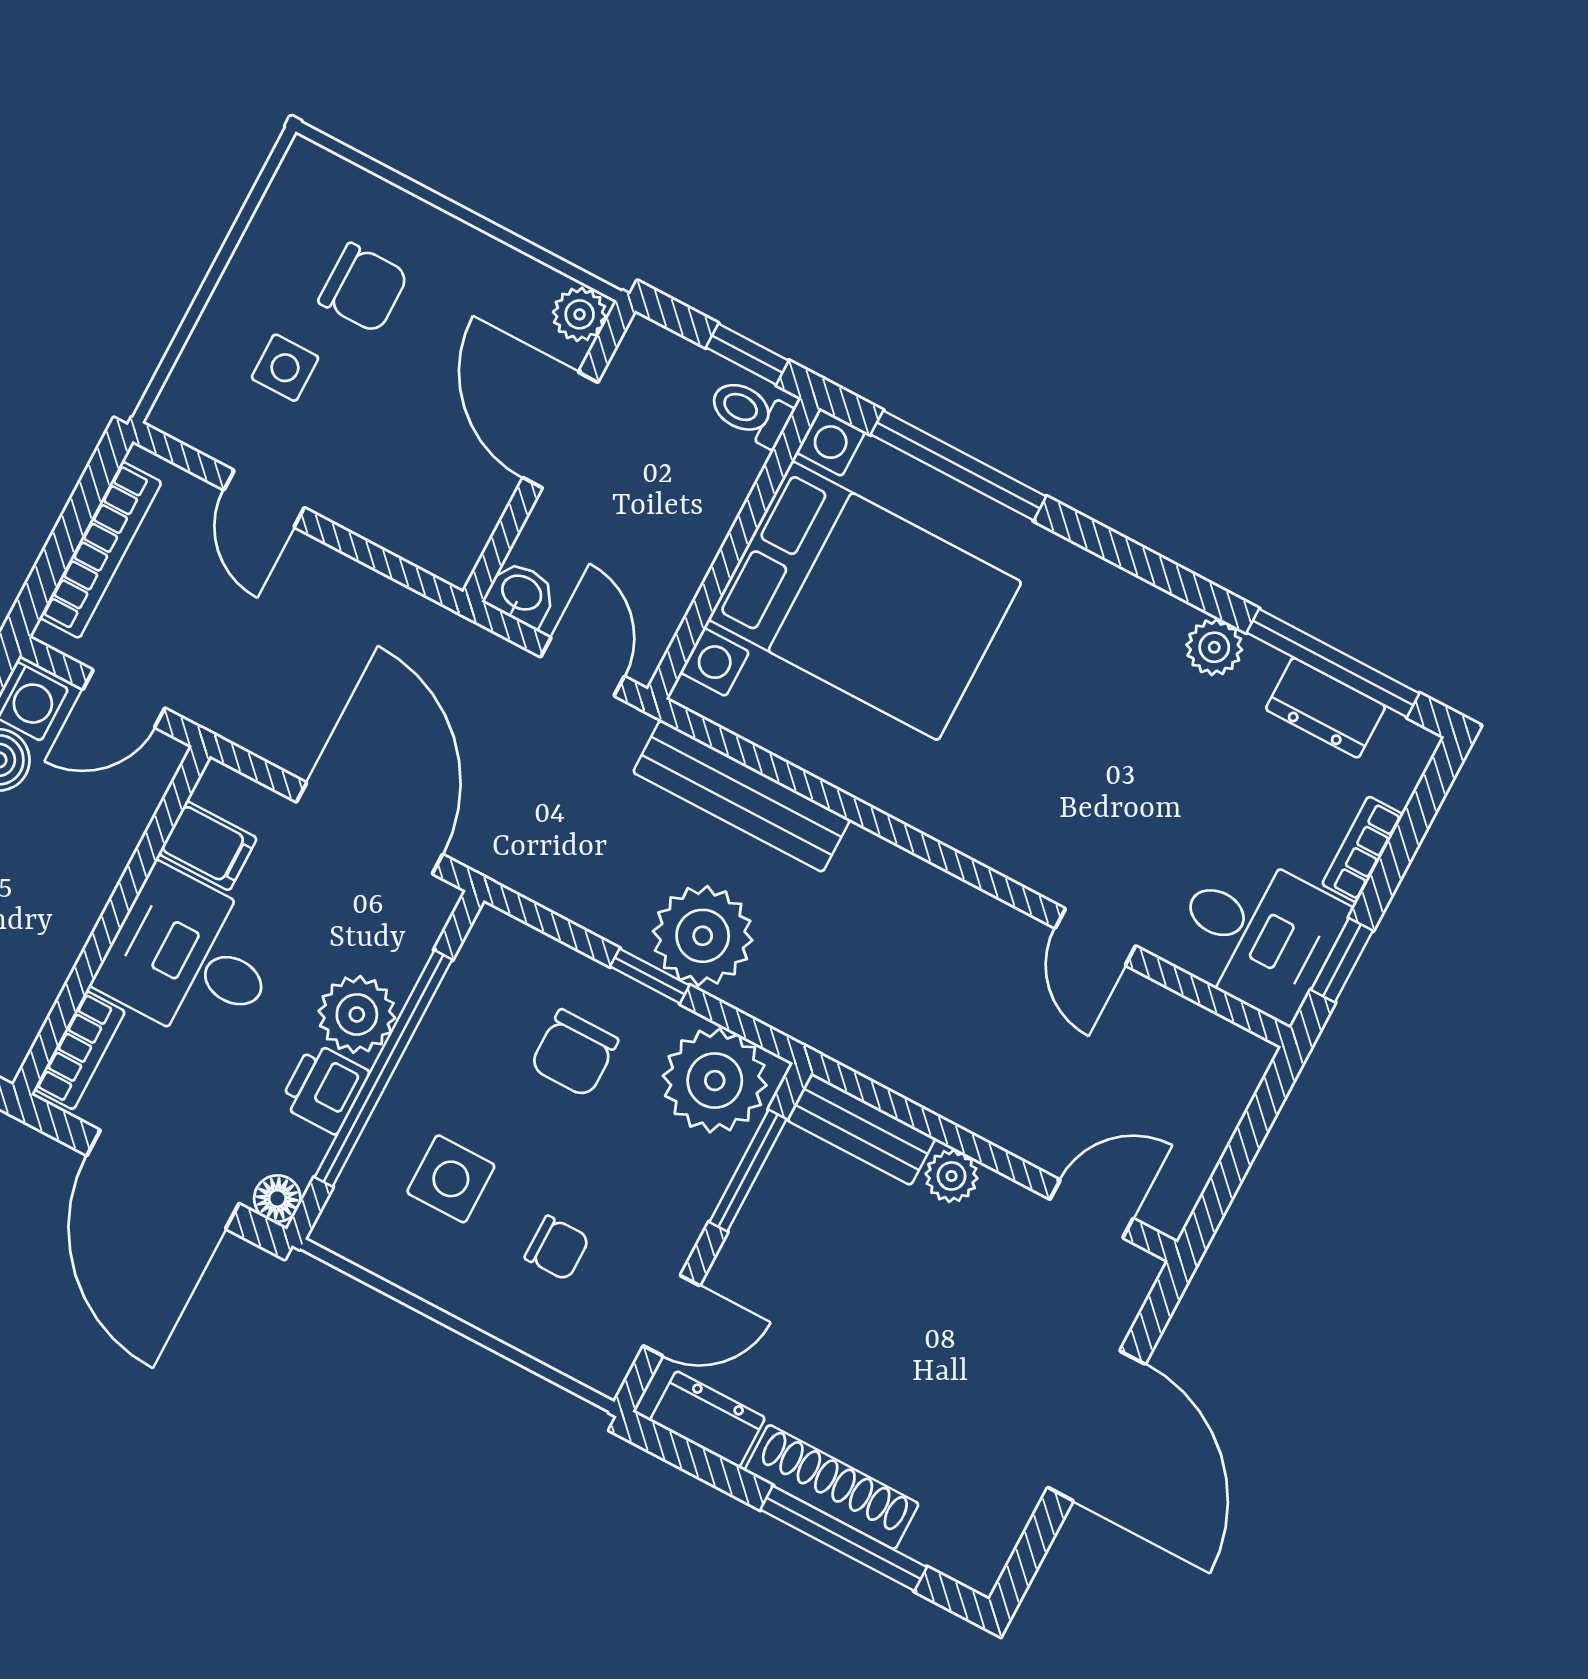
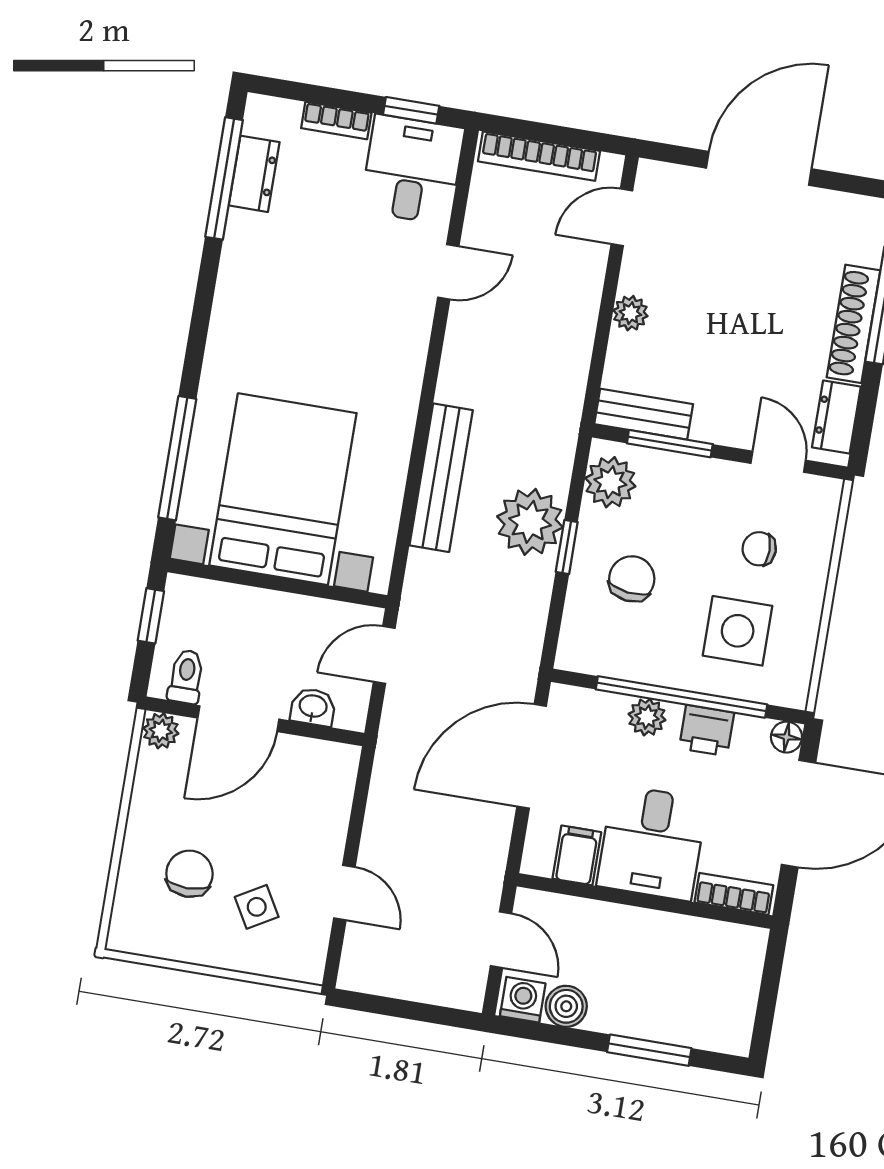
side table: (285, 368) -> (257, 907), turned -30
toilet: (750, 412) -> (186, 677), moved, turned 180
door: (264, 499) -> (344, 893), hinge flipped
bookcase: (101, 550) -> (539, 156), moved, turned 180
washbasin: (521, 594) -> (313, 707), moved, turned 90
plant: (1214, 647) -> (239, 257), removed
bench: (742, 796) -> (441, 478), moved
plant: (357, 1014) -> (647, 717), width x0.73, depth x0.73
chair: (574, 1053) -> (632, 579), turned -83
plant: (715, 1081) -> (610, 482), width x0.73, depth x0.73
bench: (861, 1129) -> (644, 414), moved, turned 90
side table: (451, 1179) -> (738, 631), width x1.37, depth x1.37
door: (1092, 1209) -> (622, 217), hinge flipped
chair: (557, 1248) -> (759, 549), turned -90

